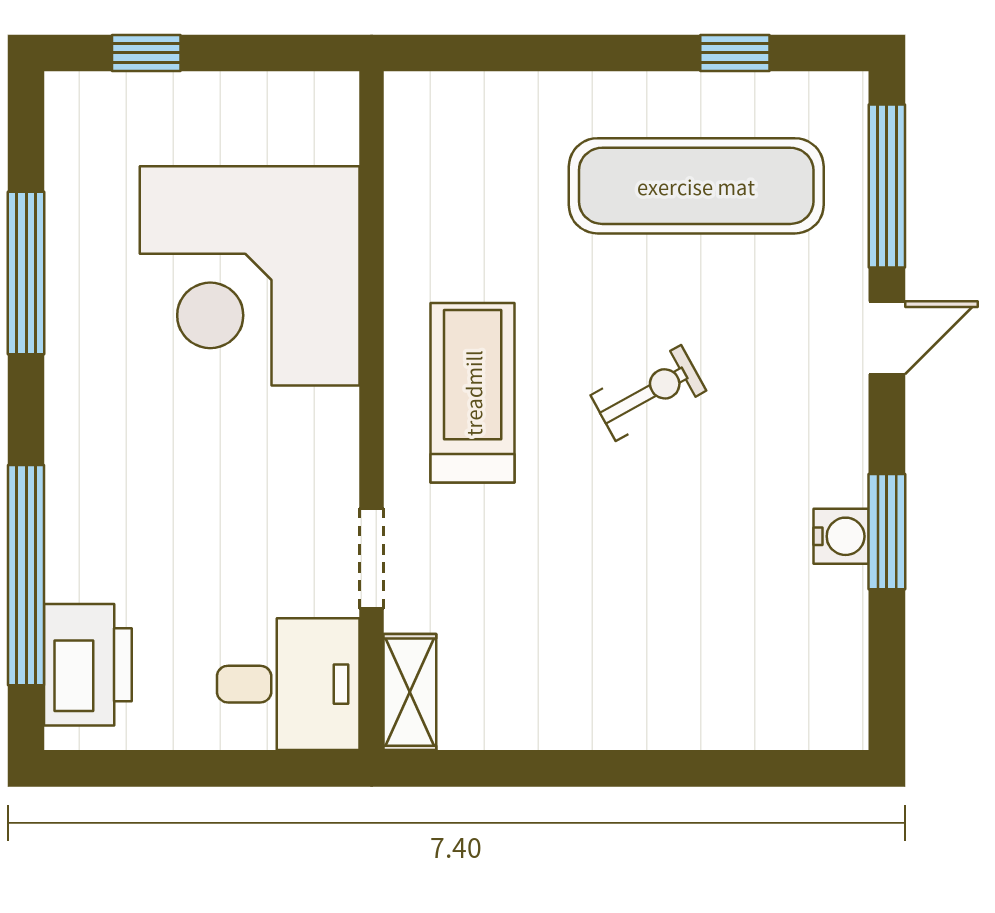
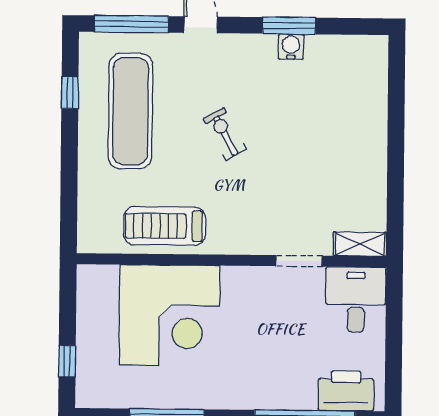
treadmill: (473, 393) -> (165, 226), moved

